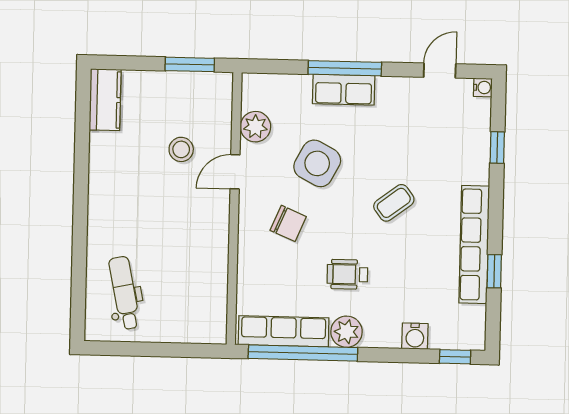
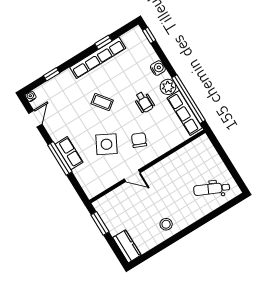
door: (440, 71) -> (35, 119), swing flipped
kitchen counter: (105, 100) -> (127, 246), moved, turned 90
plant: (255, 127) -> (108, 180), removed
stool: (181, 149) -> (166, 224), moved
dental chair: (124, 293) -> (212, 189), turned 37
water cooler: (415, 336) -> (158, 68), moved

